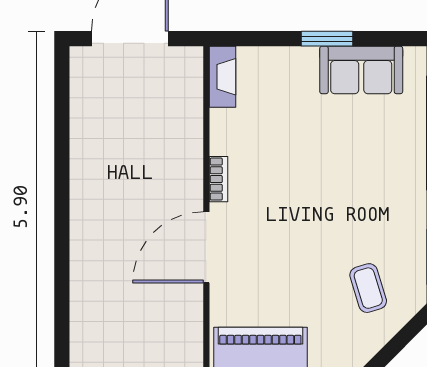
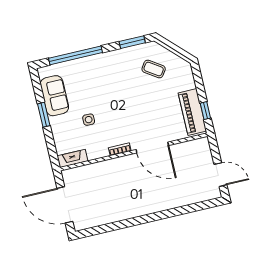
side table: (295, 129) -> (89, 120), added
coffee table: (368, 288) -> (154, 69), turned 51

